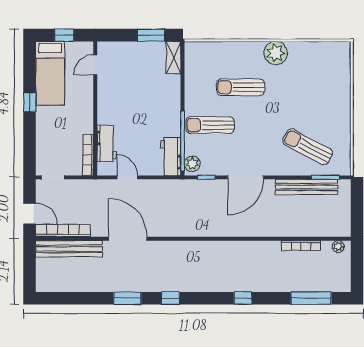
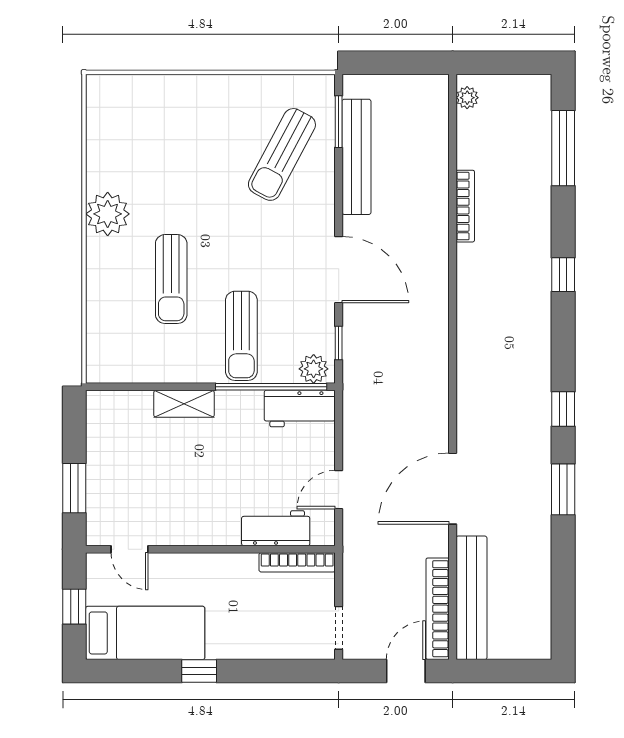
window: (151, 35) -> (74, 488), moved
shelving: (173, 57) -> (184, 404), moved
bookcase: (301, 245) -> (465, 206), moved

